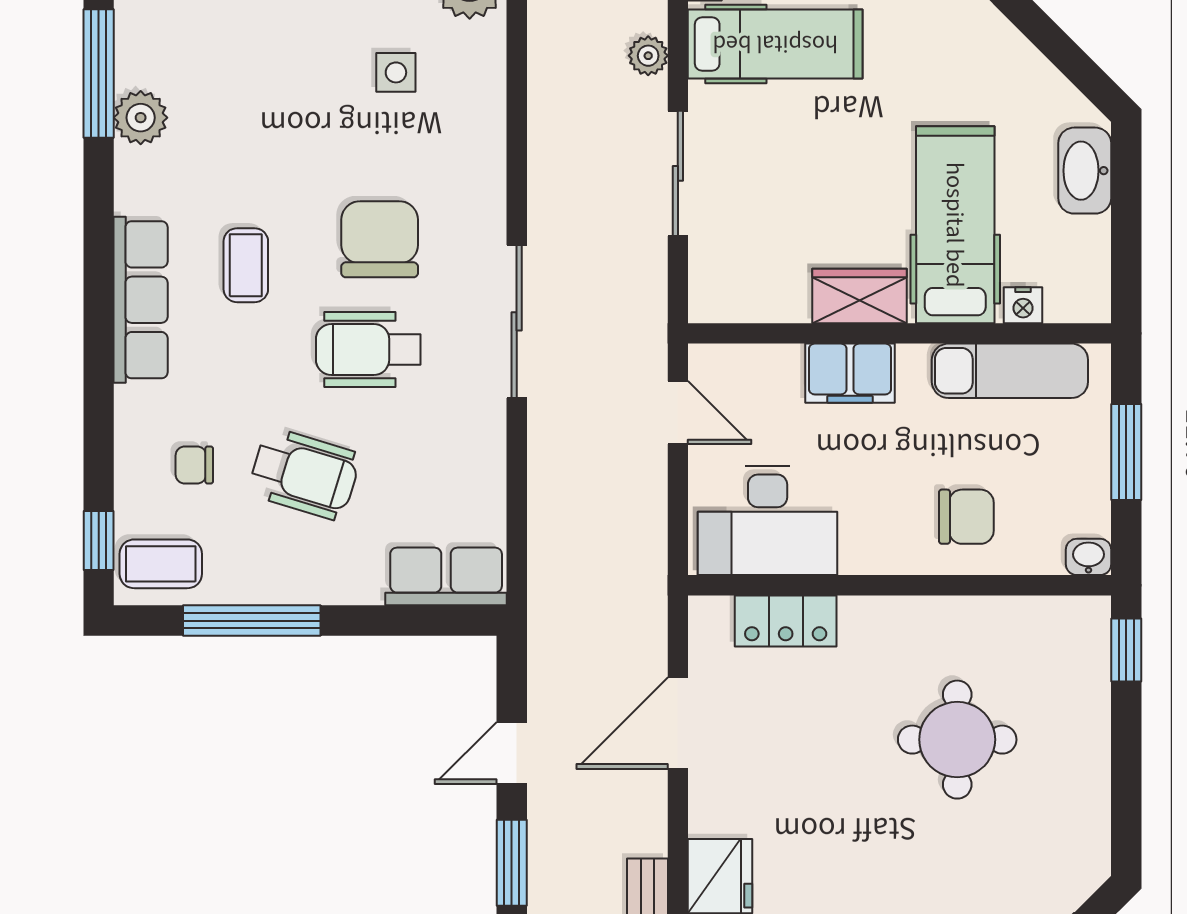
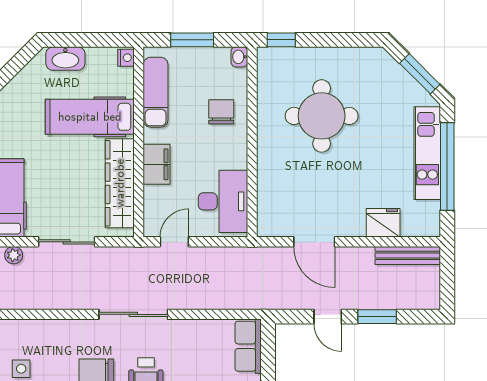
wardrobe: (860, 296) -> (120, 183), width x2.10, depth x1.17
nightstand: (1023, 305) -> (126, 58), moved
locker: (786, 621) -> (268, 193), removed
round table: (957, 740) -> (322, 116), width x1.36, depth x1.36

